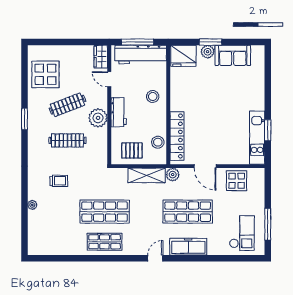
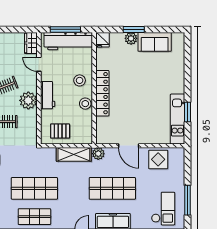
fridge: (183, 56) -> (103, 40), width x0.53, depth x0.75
locker: (177, 136) -> (102, 93), moved
stool: (158, 142) -> (85, 104), moved

